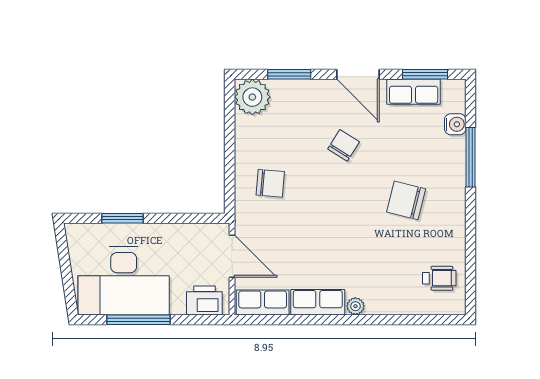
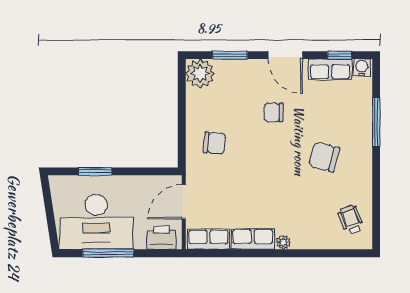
window: (425, 74) -> (339, 55), width x0.67
water cooler: (455, 124) -> (362, 67), moved, turned -90
chair: (344, 145) -> (274, 113), turned -122
door: (232, 256) -> (184, 202), swing flipped
wheelchair: (439, 278) -> (351, 220), turned -111

